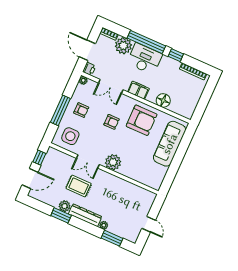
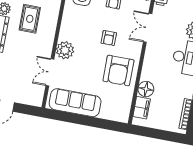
filing cabinet: (138, 90) -> (142, 108), moved
sofa: (170, 144) -> (75, 103), moved
double door: (88, 161) -> (50, 72), moved

